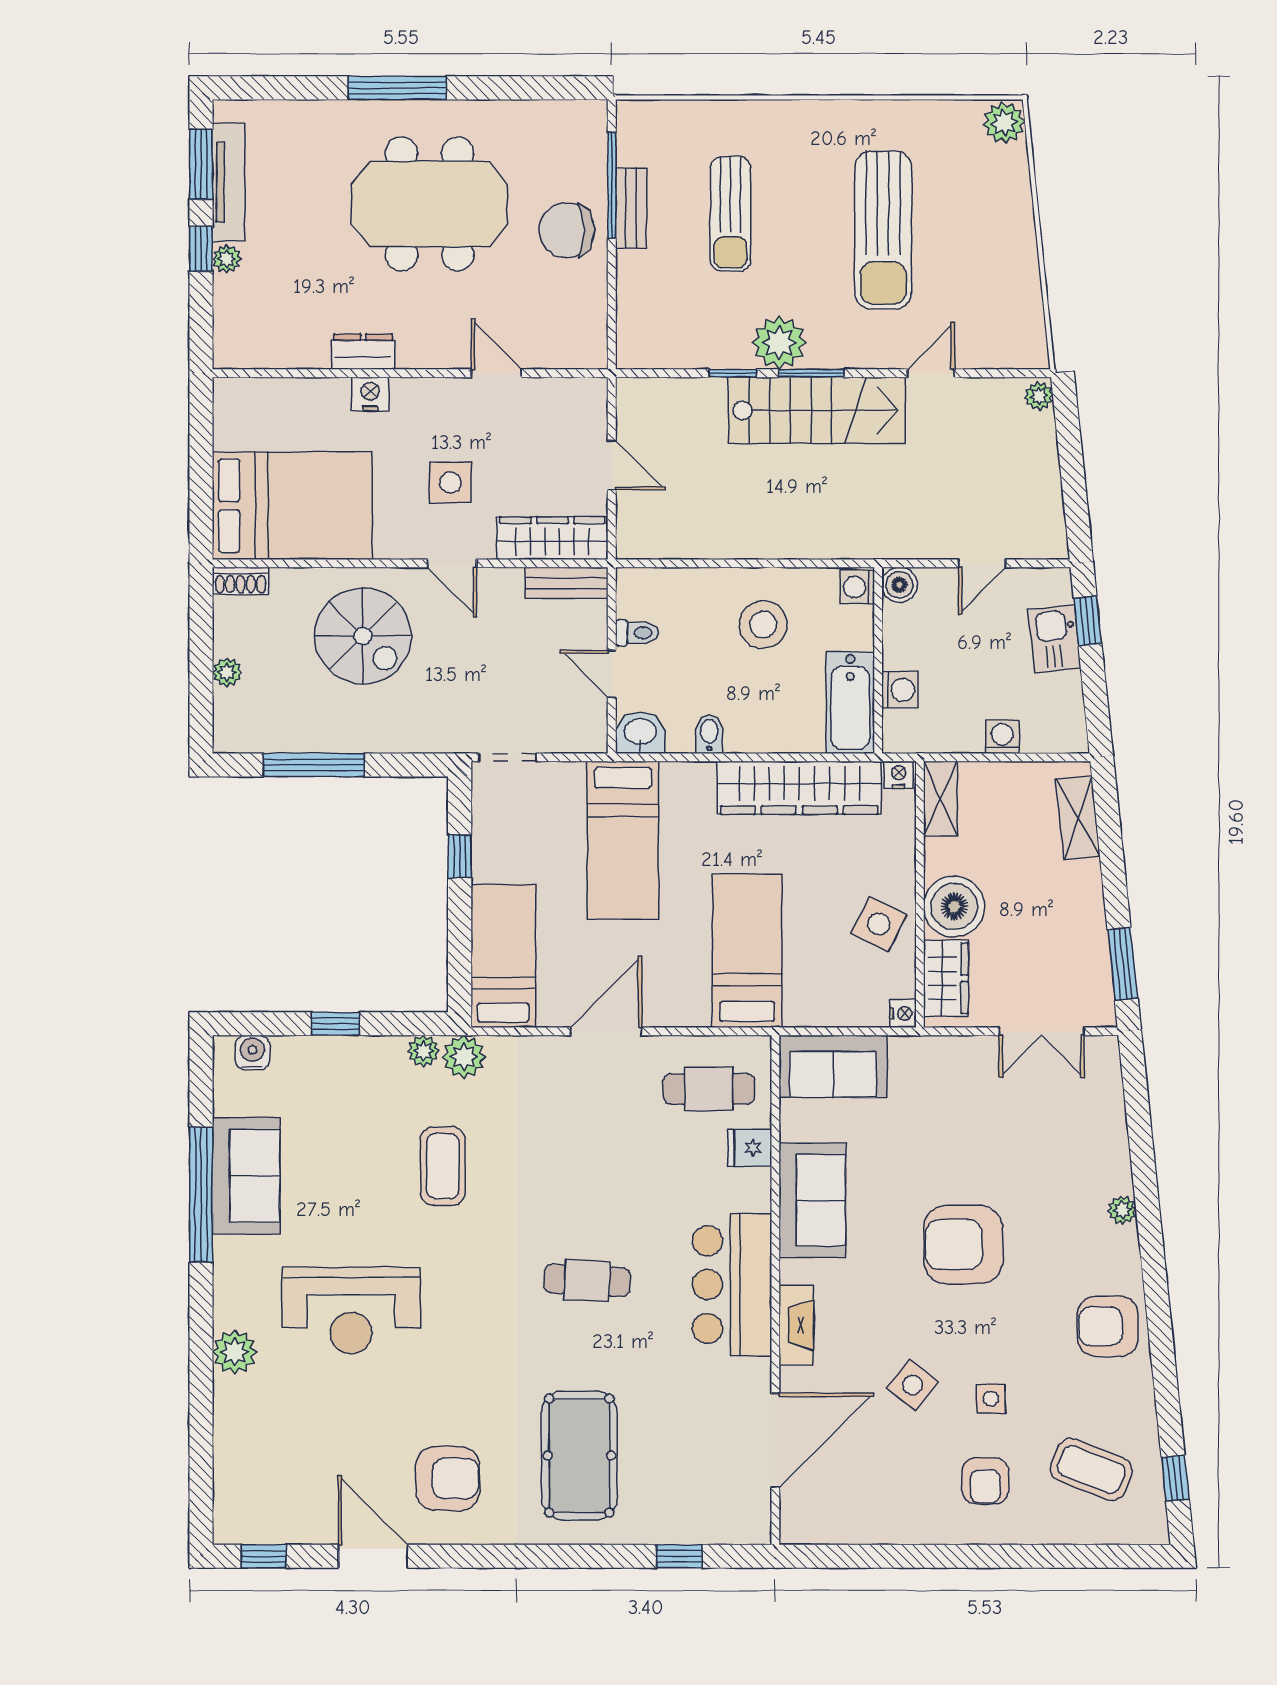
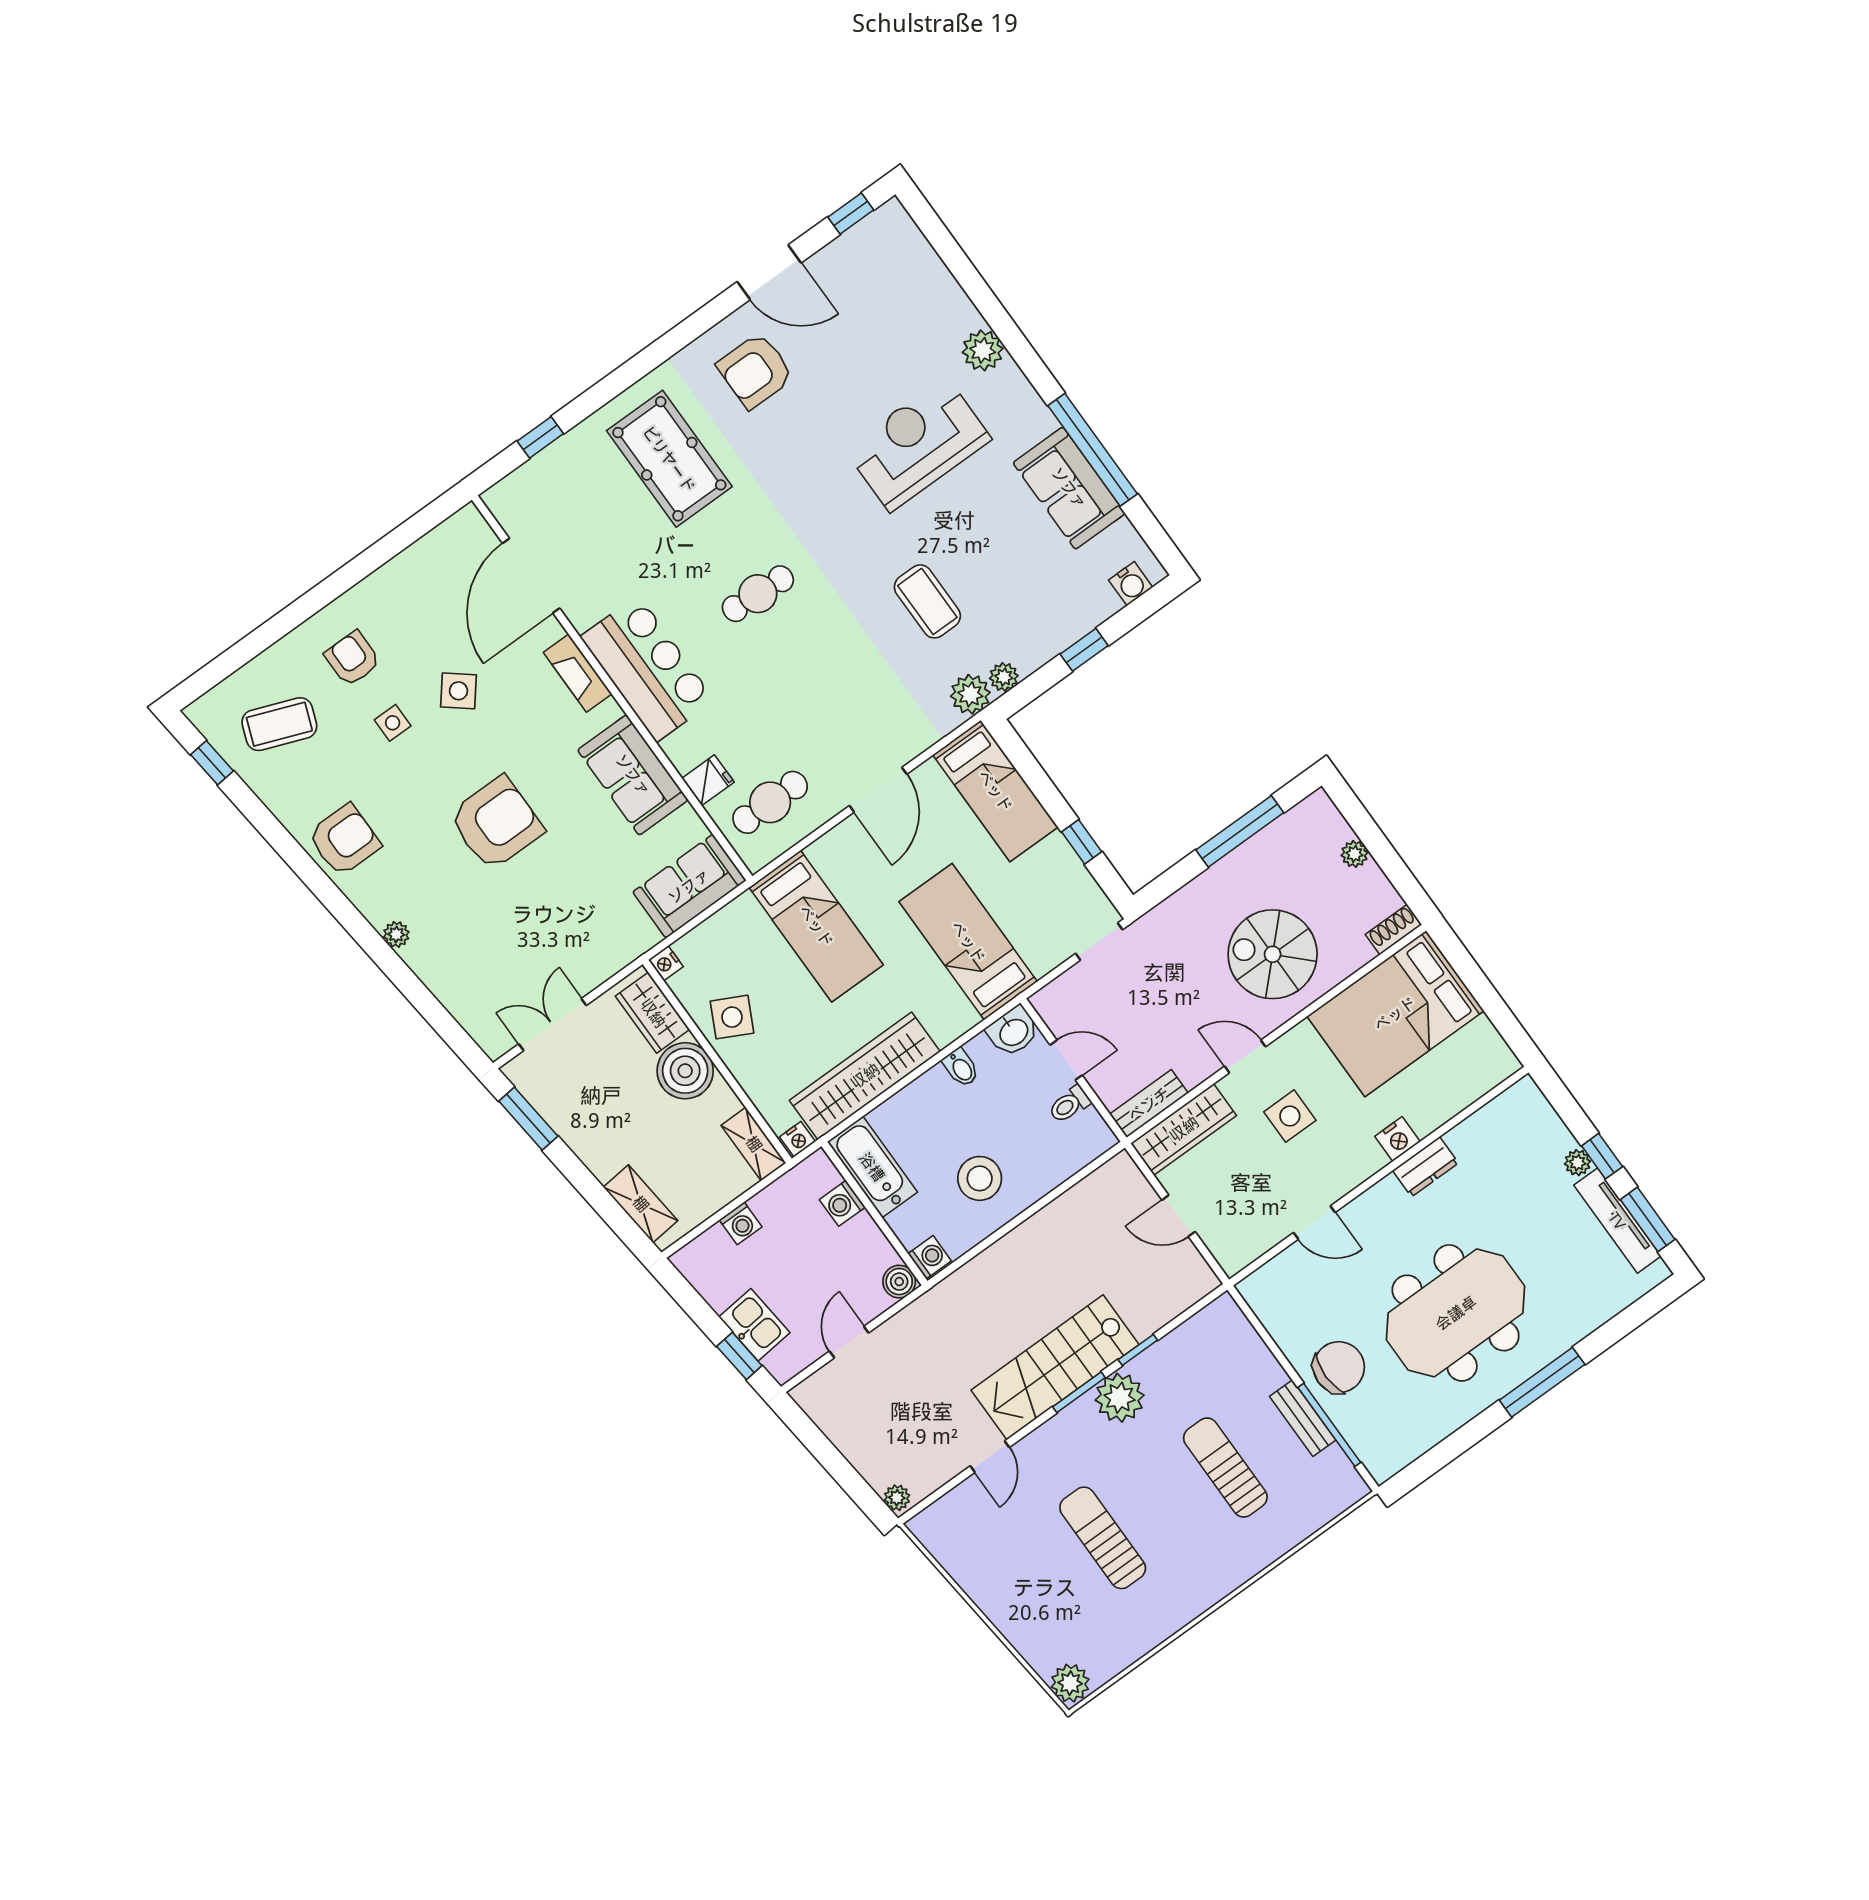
sun lounger: (883, 230) -> (1103, 1538), width x0.73, depth x0.75

